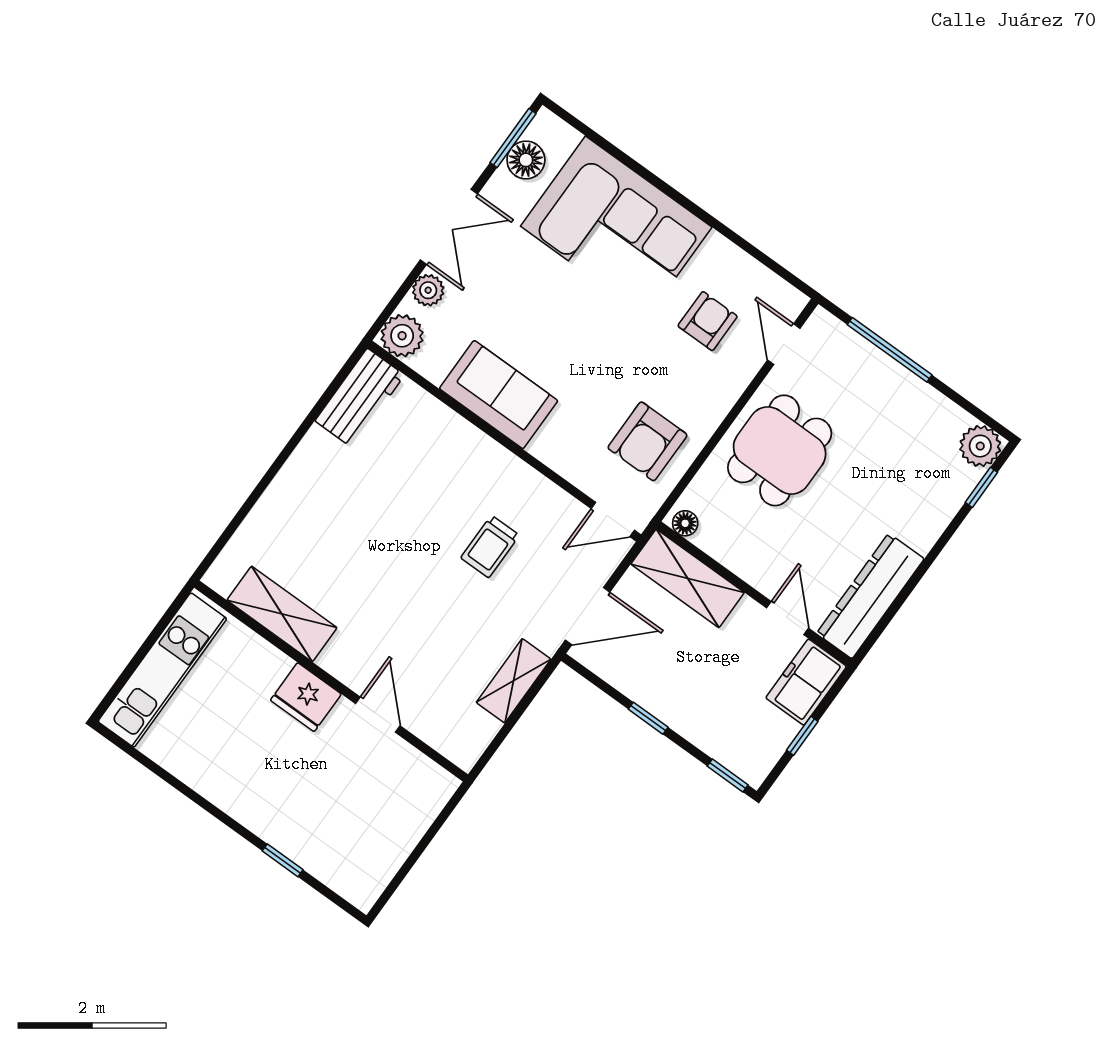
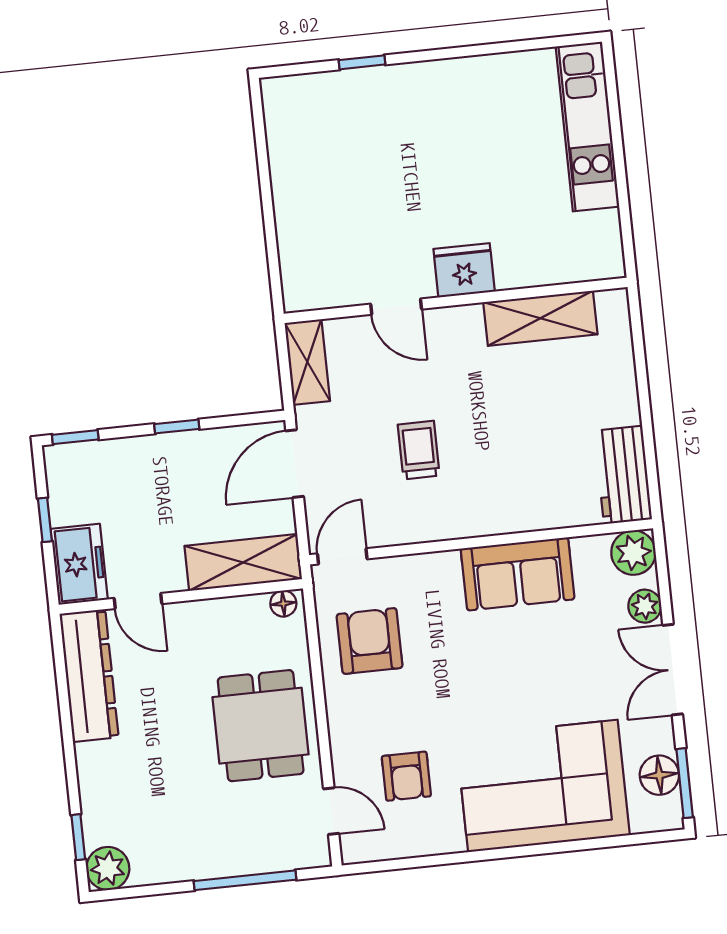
shelving: (282, 614) -> (540, 318), moved
wall: (331, 681) -> (456, 300), moved
fridge: (306, 697) -> (464, 270), moved
door: (378, 715) -> (396, 307), moved

